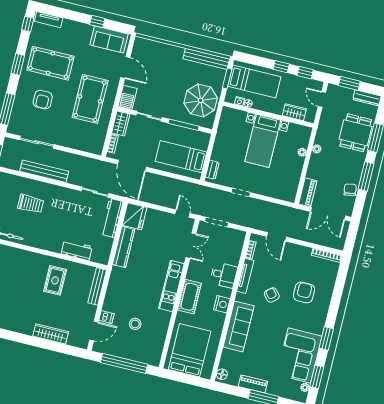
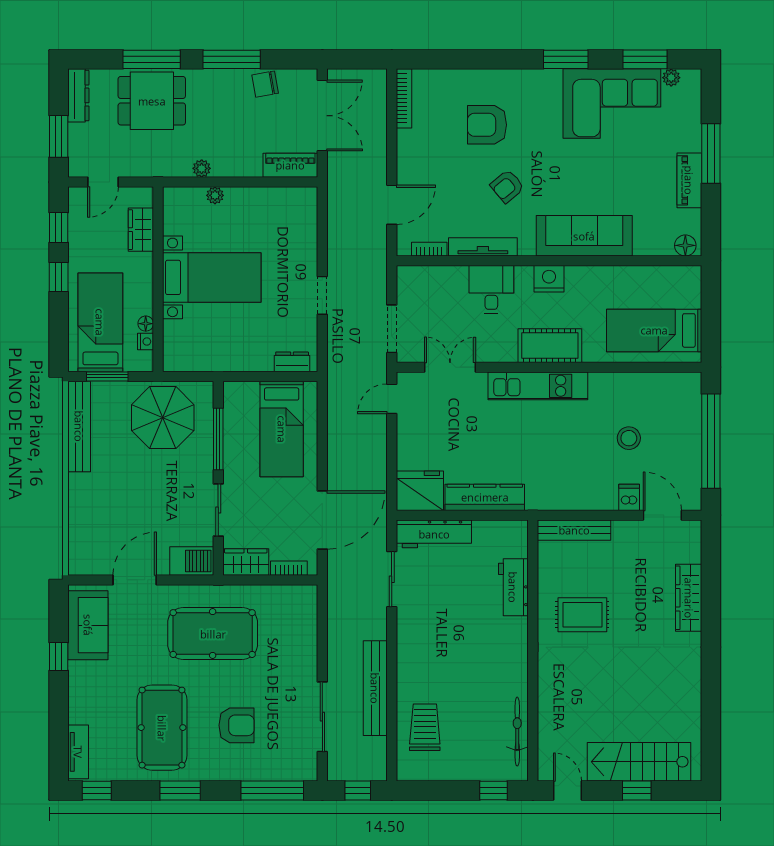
trolley: (31, 204) -> (425, 727), moved
bed: (190, 350) -> (654, 330), width x0.67

